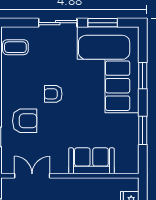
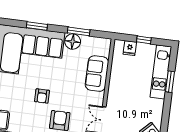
floor lamp: (129, 124) -> (73, 42), added

